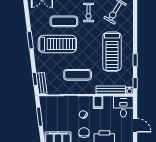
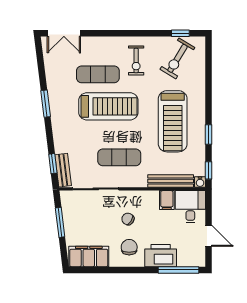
treadmill: (57, 44) -> (108, 106), moved
filing cabinet: (98, 102) -> (167, 200), moved

